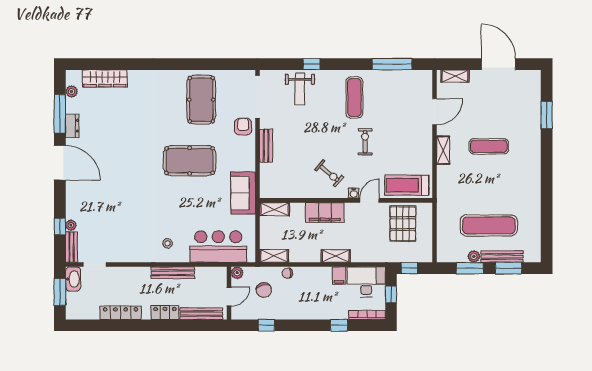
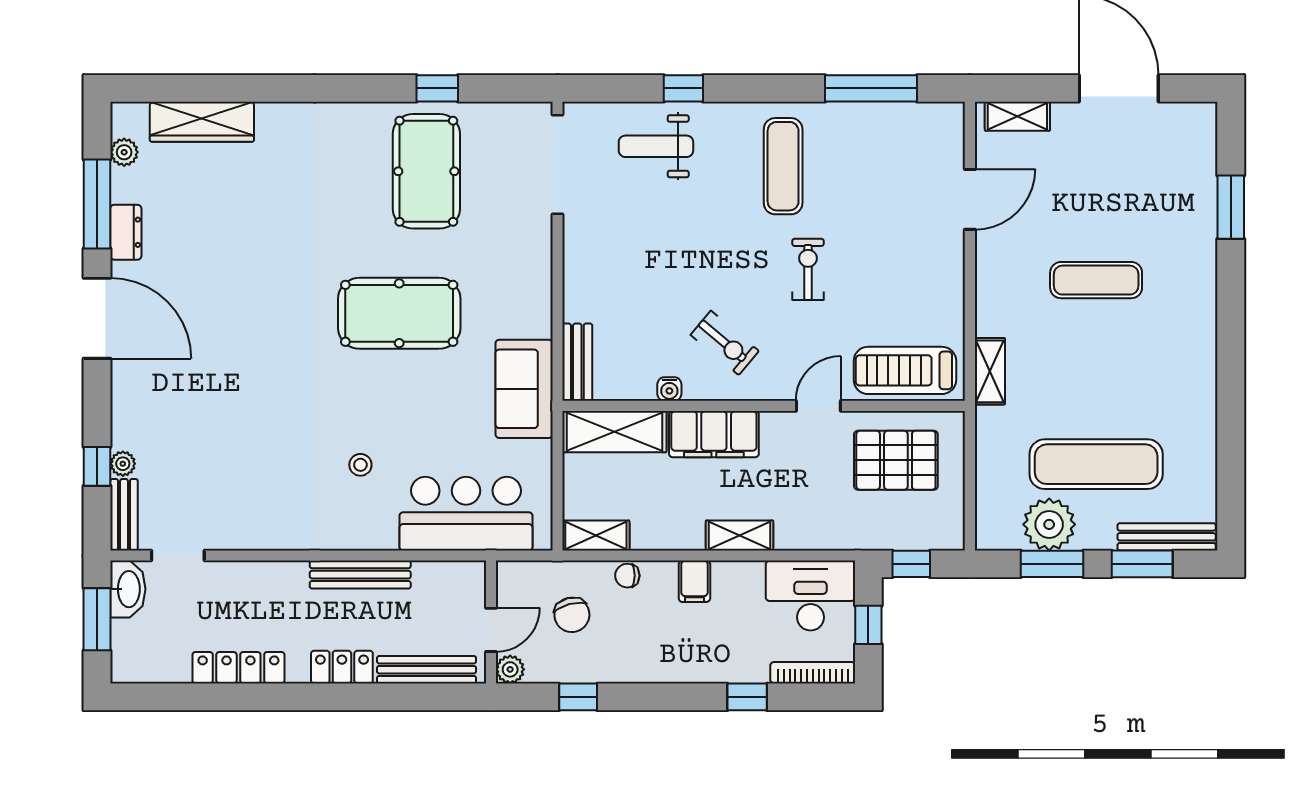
window: (206, 64) -> (437, 88), added
weight bench: (300, 89) -> (656, 146), turned 90
armchair: (243, 127) -> (524, 234), removed
bench: (266, 146) -> (577, 362), moved
shelving: (443, 150) -> (990, 371), moved
water cooler: (354, 193) -> (669, 389), moved
shelving: (275, 209) -> (614, 432), width x1.50, depth x1.33
pallet: (403, 224) -> (896, 460), turned 90
stool: (168, 243) -> (360, 465), moved
plant: (474, 256) -> (1049, 524), width x1.88, depth x1.88
bench: (502, 257) -> (1167, 537), moved
plant: (237, 273) -> (510, 669), moved
filing cabinet: (339, 276) -> (694, 581), moved

